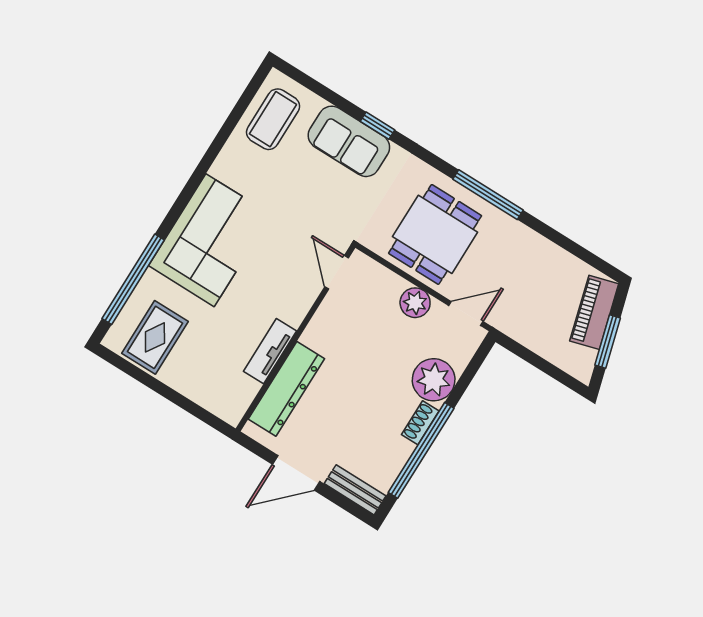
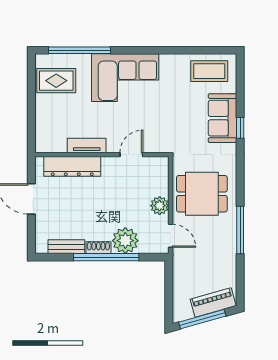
window: (488, 195) -> (240, 230), moved
door: (337, 272) -> (131, 155), moved
window: (608, 341) -> (202, 319), width x1.44
window: (421, 450) -> (106, 257), moved
bench: (355, 490) -> (66, 247), moved, turned 90

